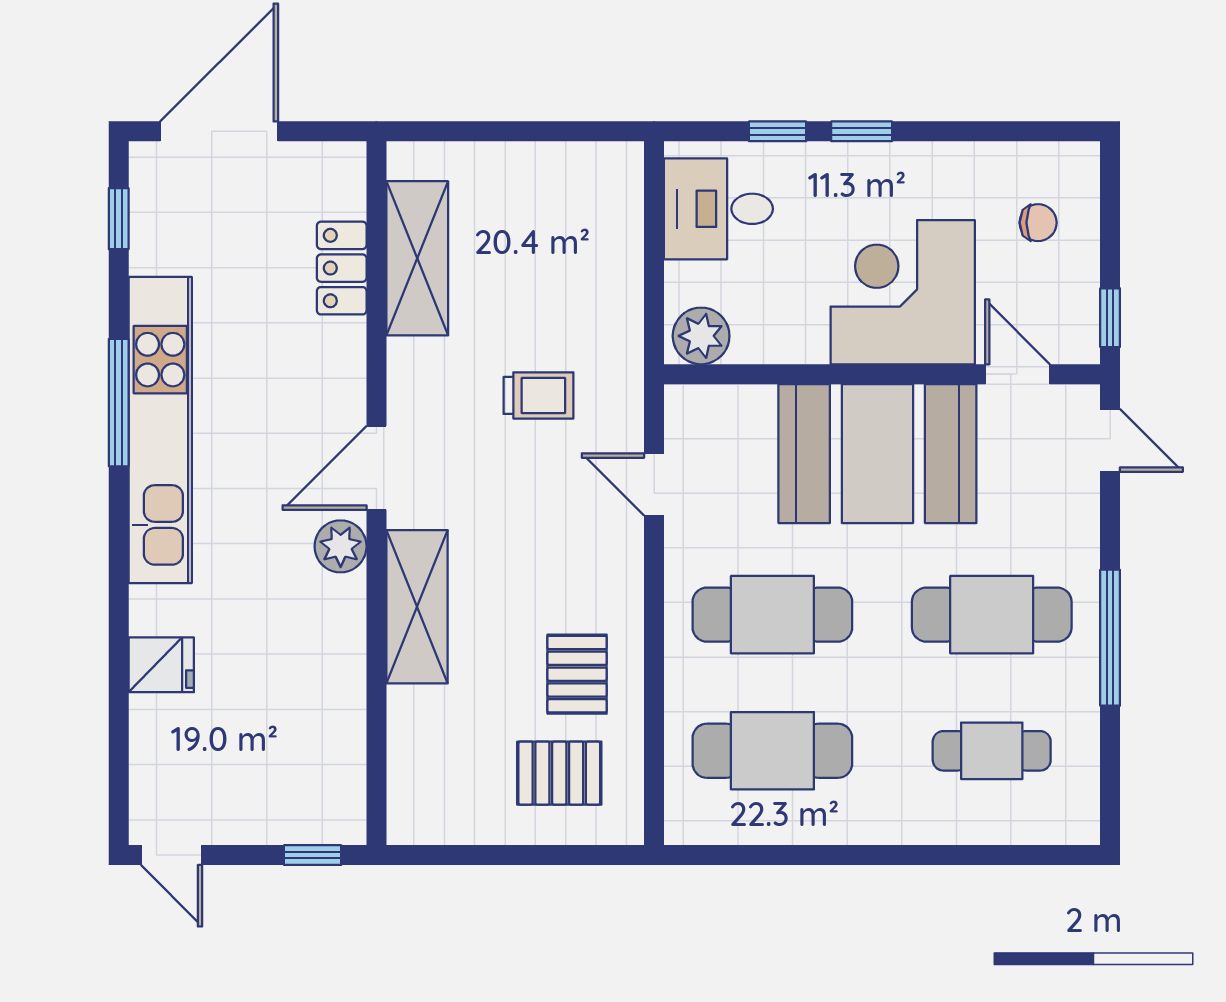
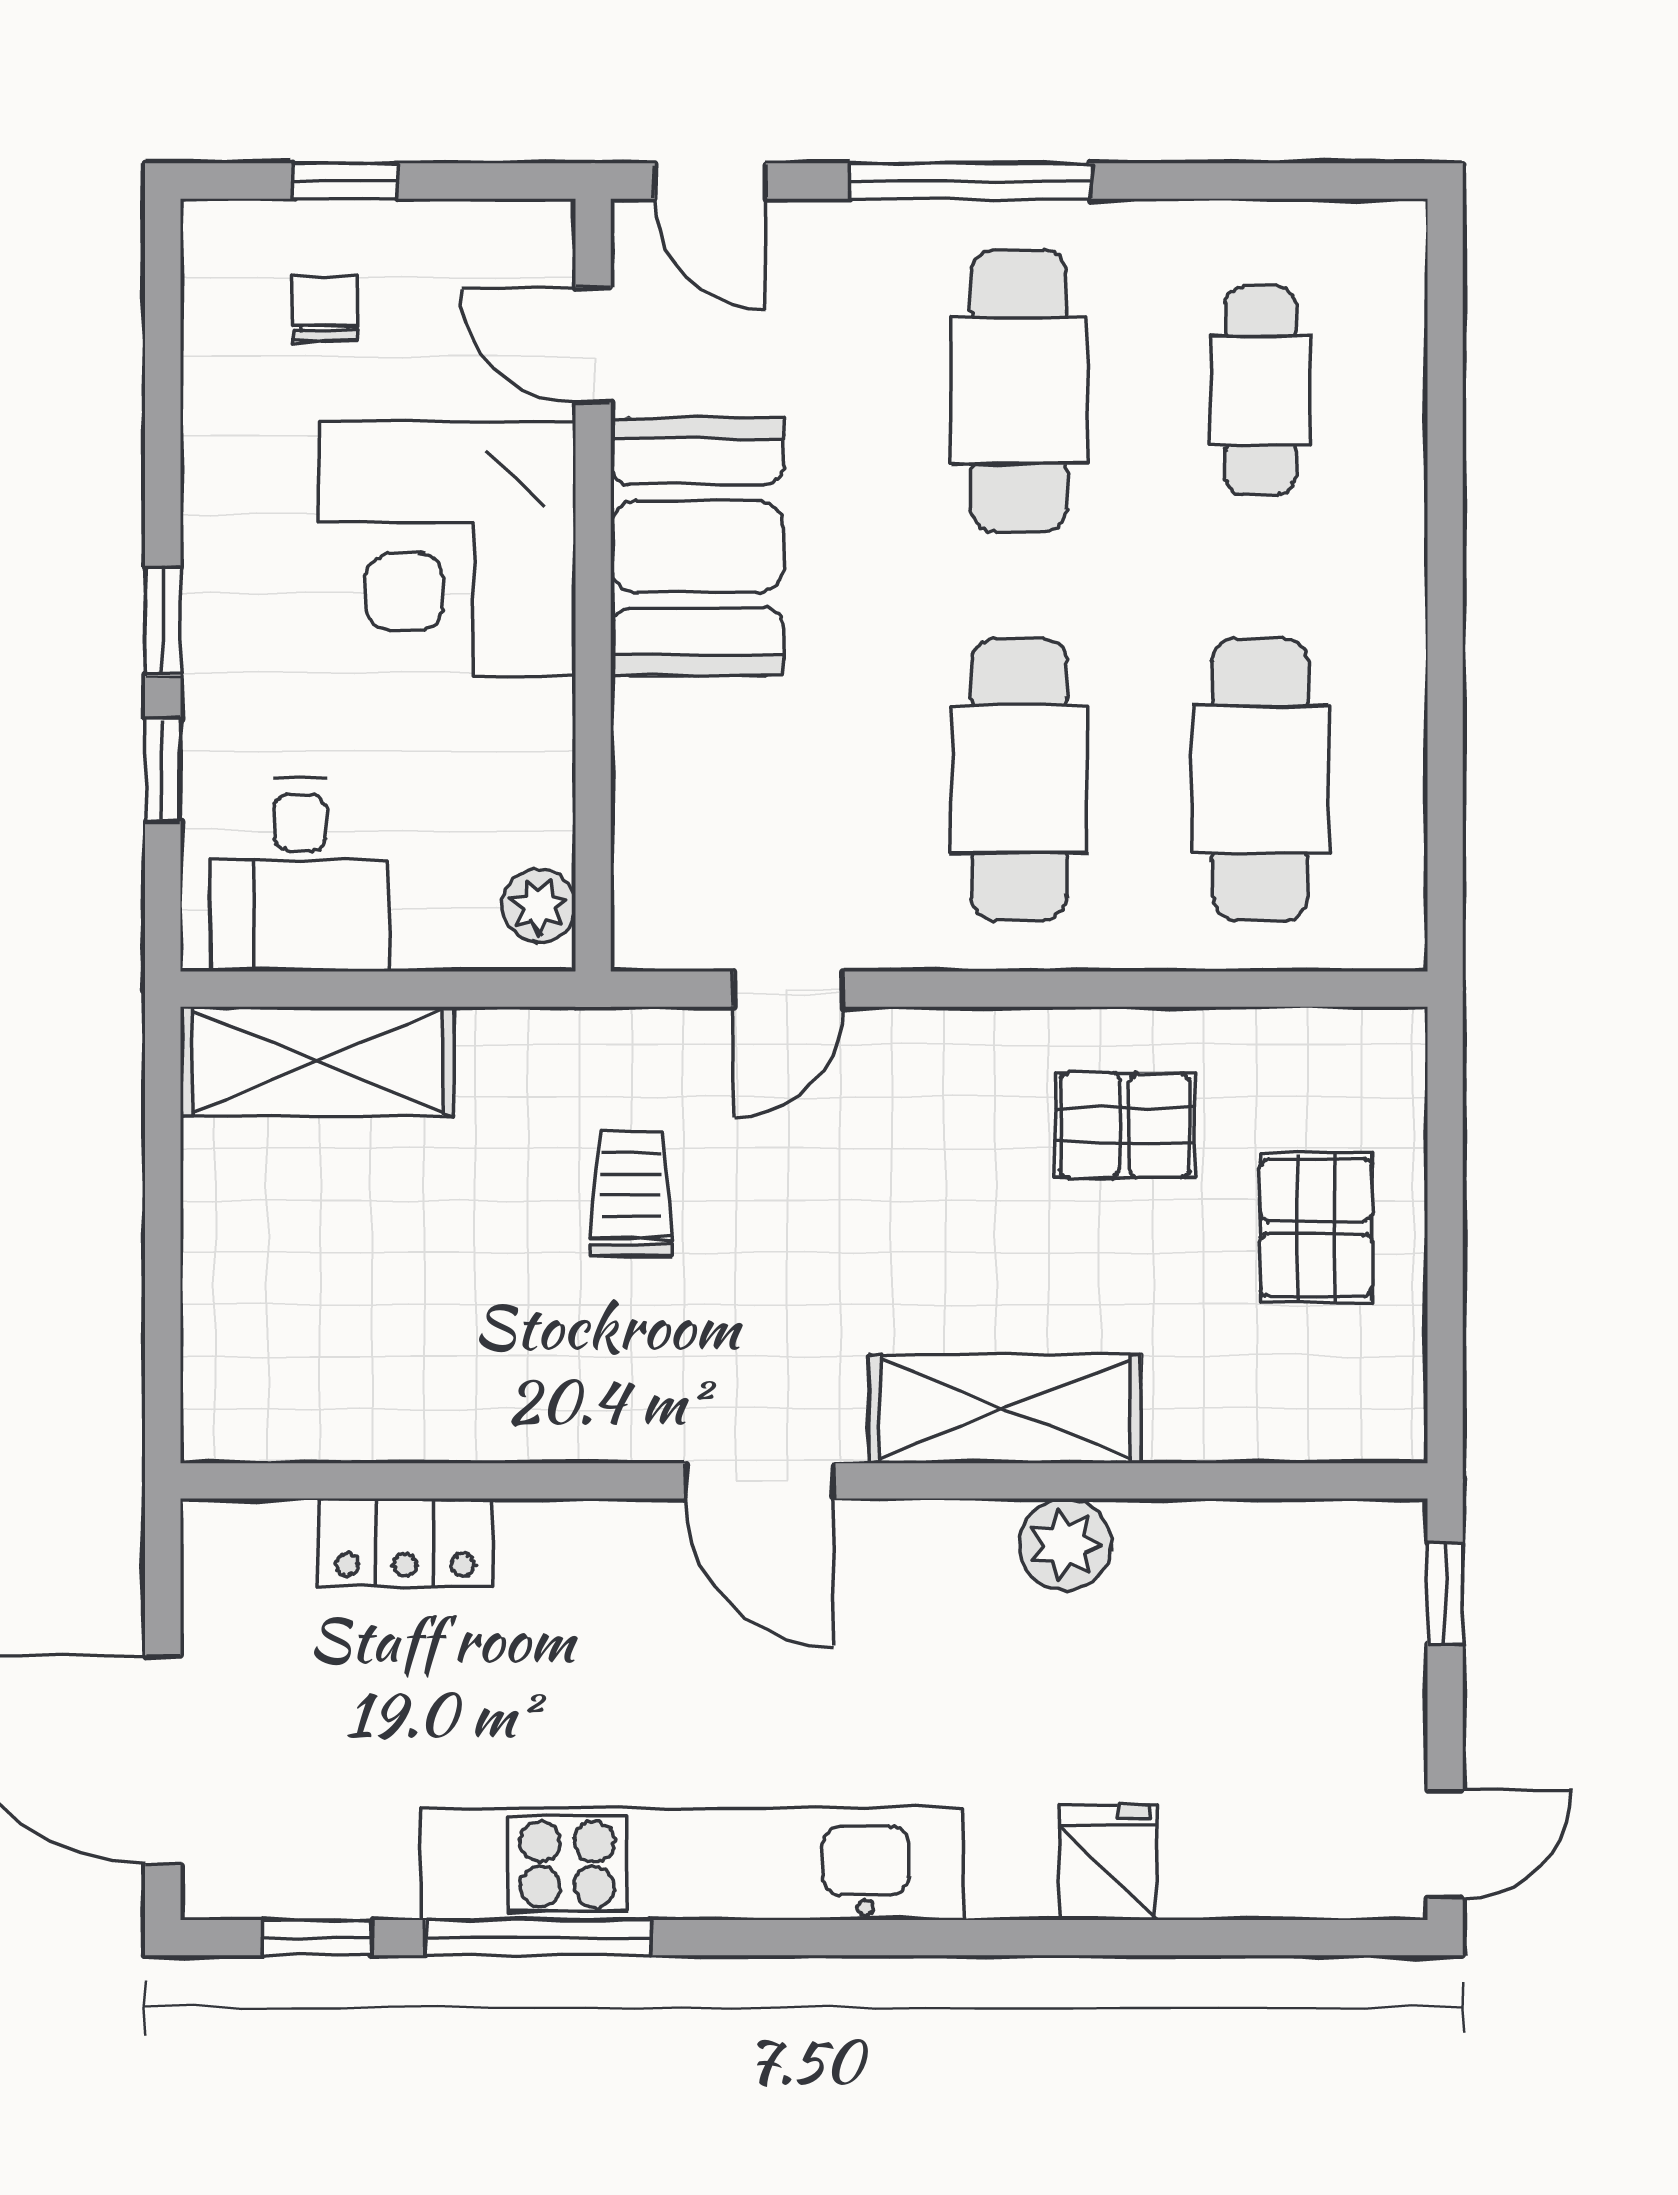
shelving: (417, 258) -> (317, 1061), moved
window: (1110, 318) -> (345, 181), moved
plant: (701, 336) -> (539, 906), width x0.73, depth x0.73
door: (1017, 374) -> (593, 345), hinge flipped
window: (119, 403) -> (539, 1938), moved
door: (1110, 440) -> (710, 181), swing flipped
booth: (877, 454) -> (697, 547), width x0.73, depth x0.70
plant: (341, 546) -> (1065, 1545), moved
window: (1110, 638) -> (970, 181), moved
pallet: (559, 773) -> (1316, 1228), moved

